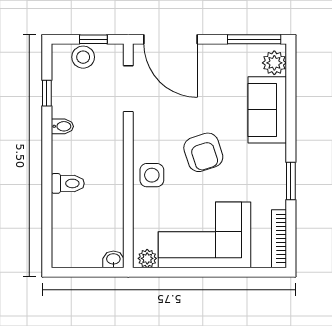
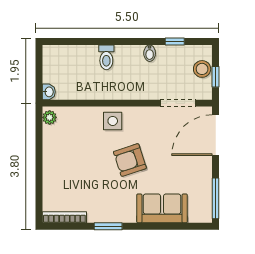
plant: (274, 63) -> (198, 214), removed
corner sofa: (204, 235) -> (67, 161), removed

